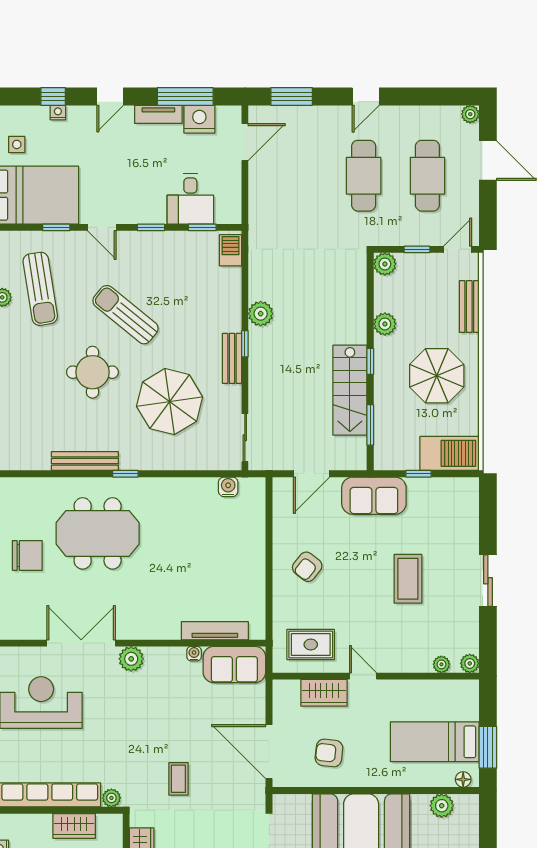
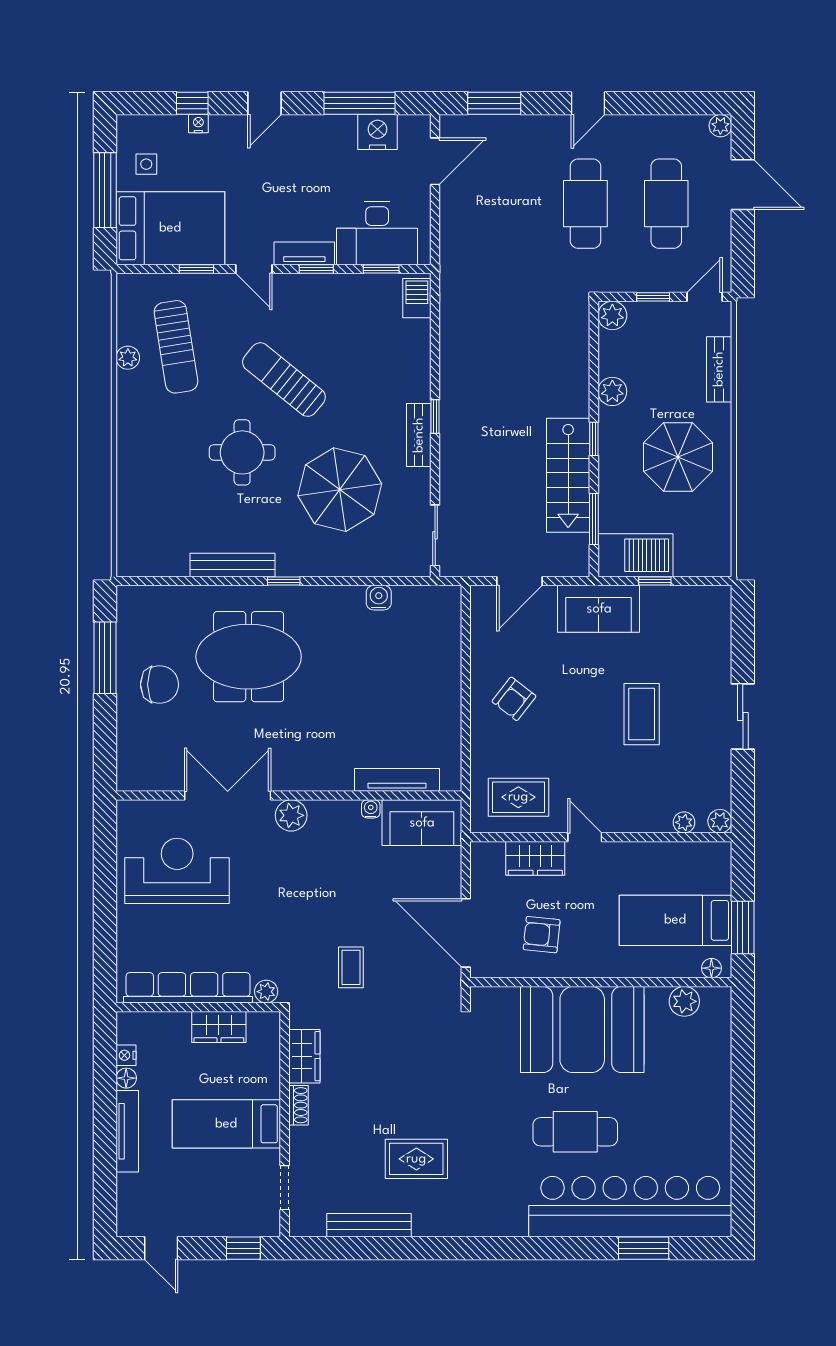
tv unit: (158, 114) -> (304, 253), moved, turned 180
desk: (190, 199) -> (377, 233), width x1.37
plant: (261, 314) -> (455, 378), removed
barbecue: (449, 453) -> (635, 555), moved
water cooler: (228, 487) -> (379, 598), moved

